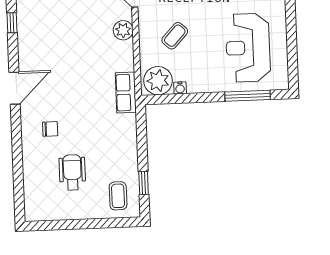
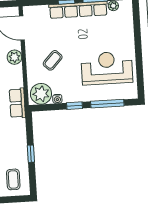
reception desk: (248, 48) -> (107, 68), turned 90
window: (203, 98) -> (74, 106), added
window: (144, 183) -> (31, 154), moved

